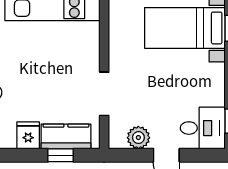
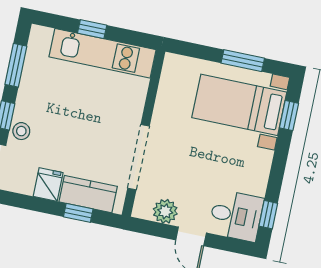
doorway: (104, 94) -> (138, 157), width x1.36

